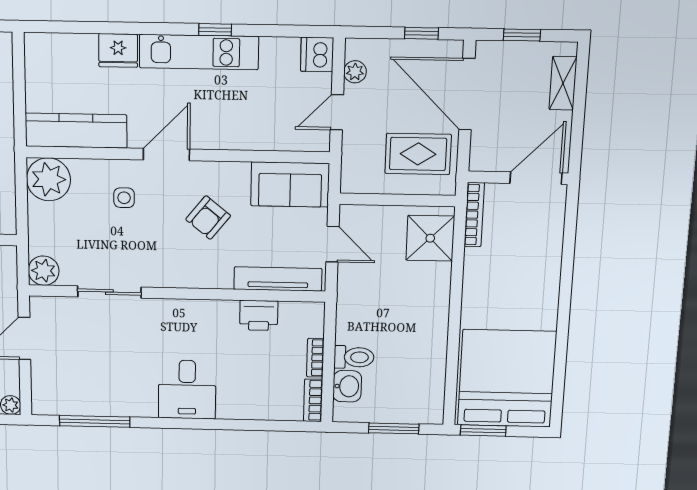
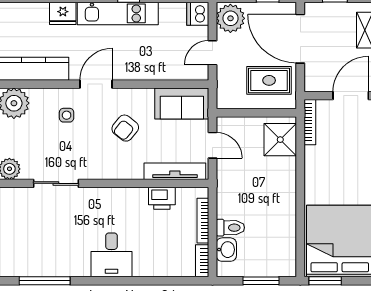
plant: (355, 72) -> (230, 18), width x1.88, depth x1.88
bookcase: (315, 358) -> (203, 221), width x1.56

